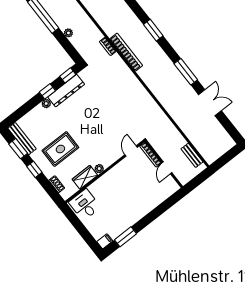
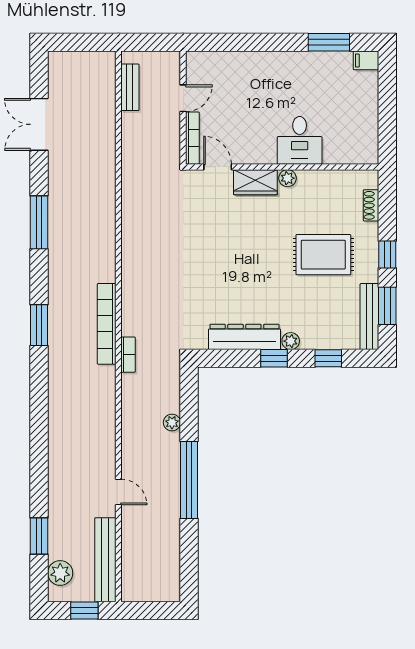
window: (68, 75) -> (328, 358), moved
double door: (210, 103) -> (39, 124), moved
door: (131, 151) -> (218, 167), swing flipped
wardrobe: (85, 177) -> (255, 182), moved
desk: (85, 205) -> (300, 140), moved

